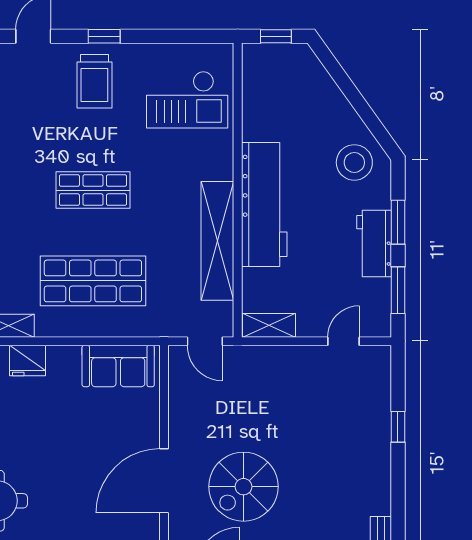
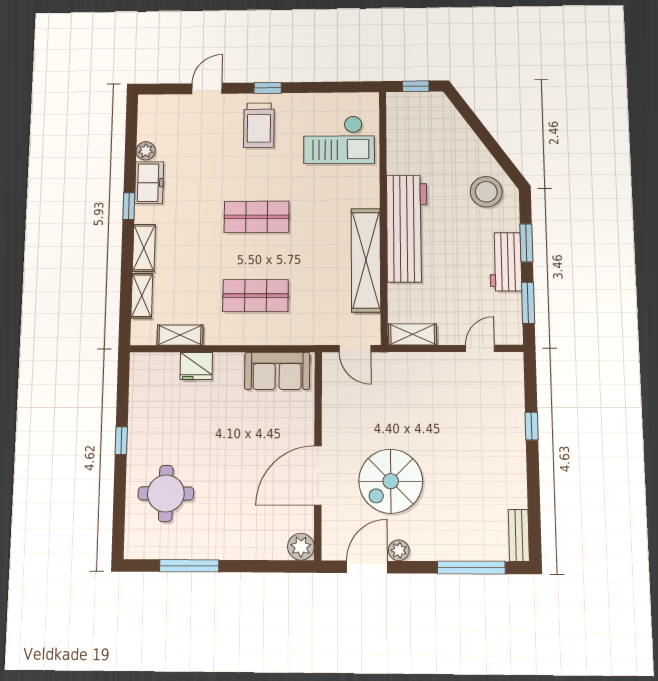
shop shelf: (93, 281) -> (255, 296), width x0.70, depth x0.74

